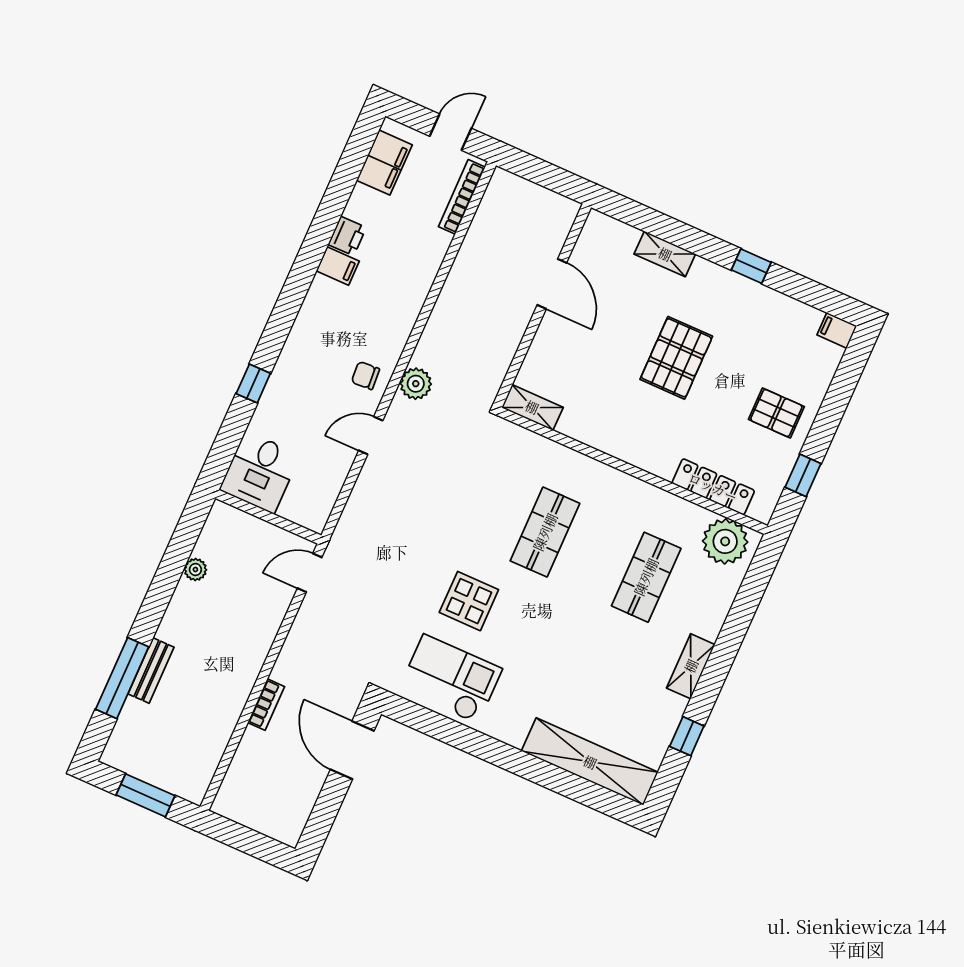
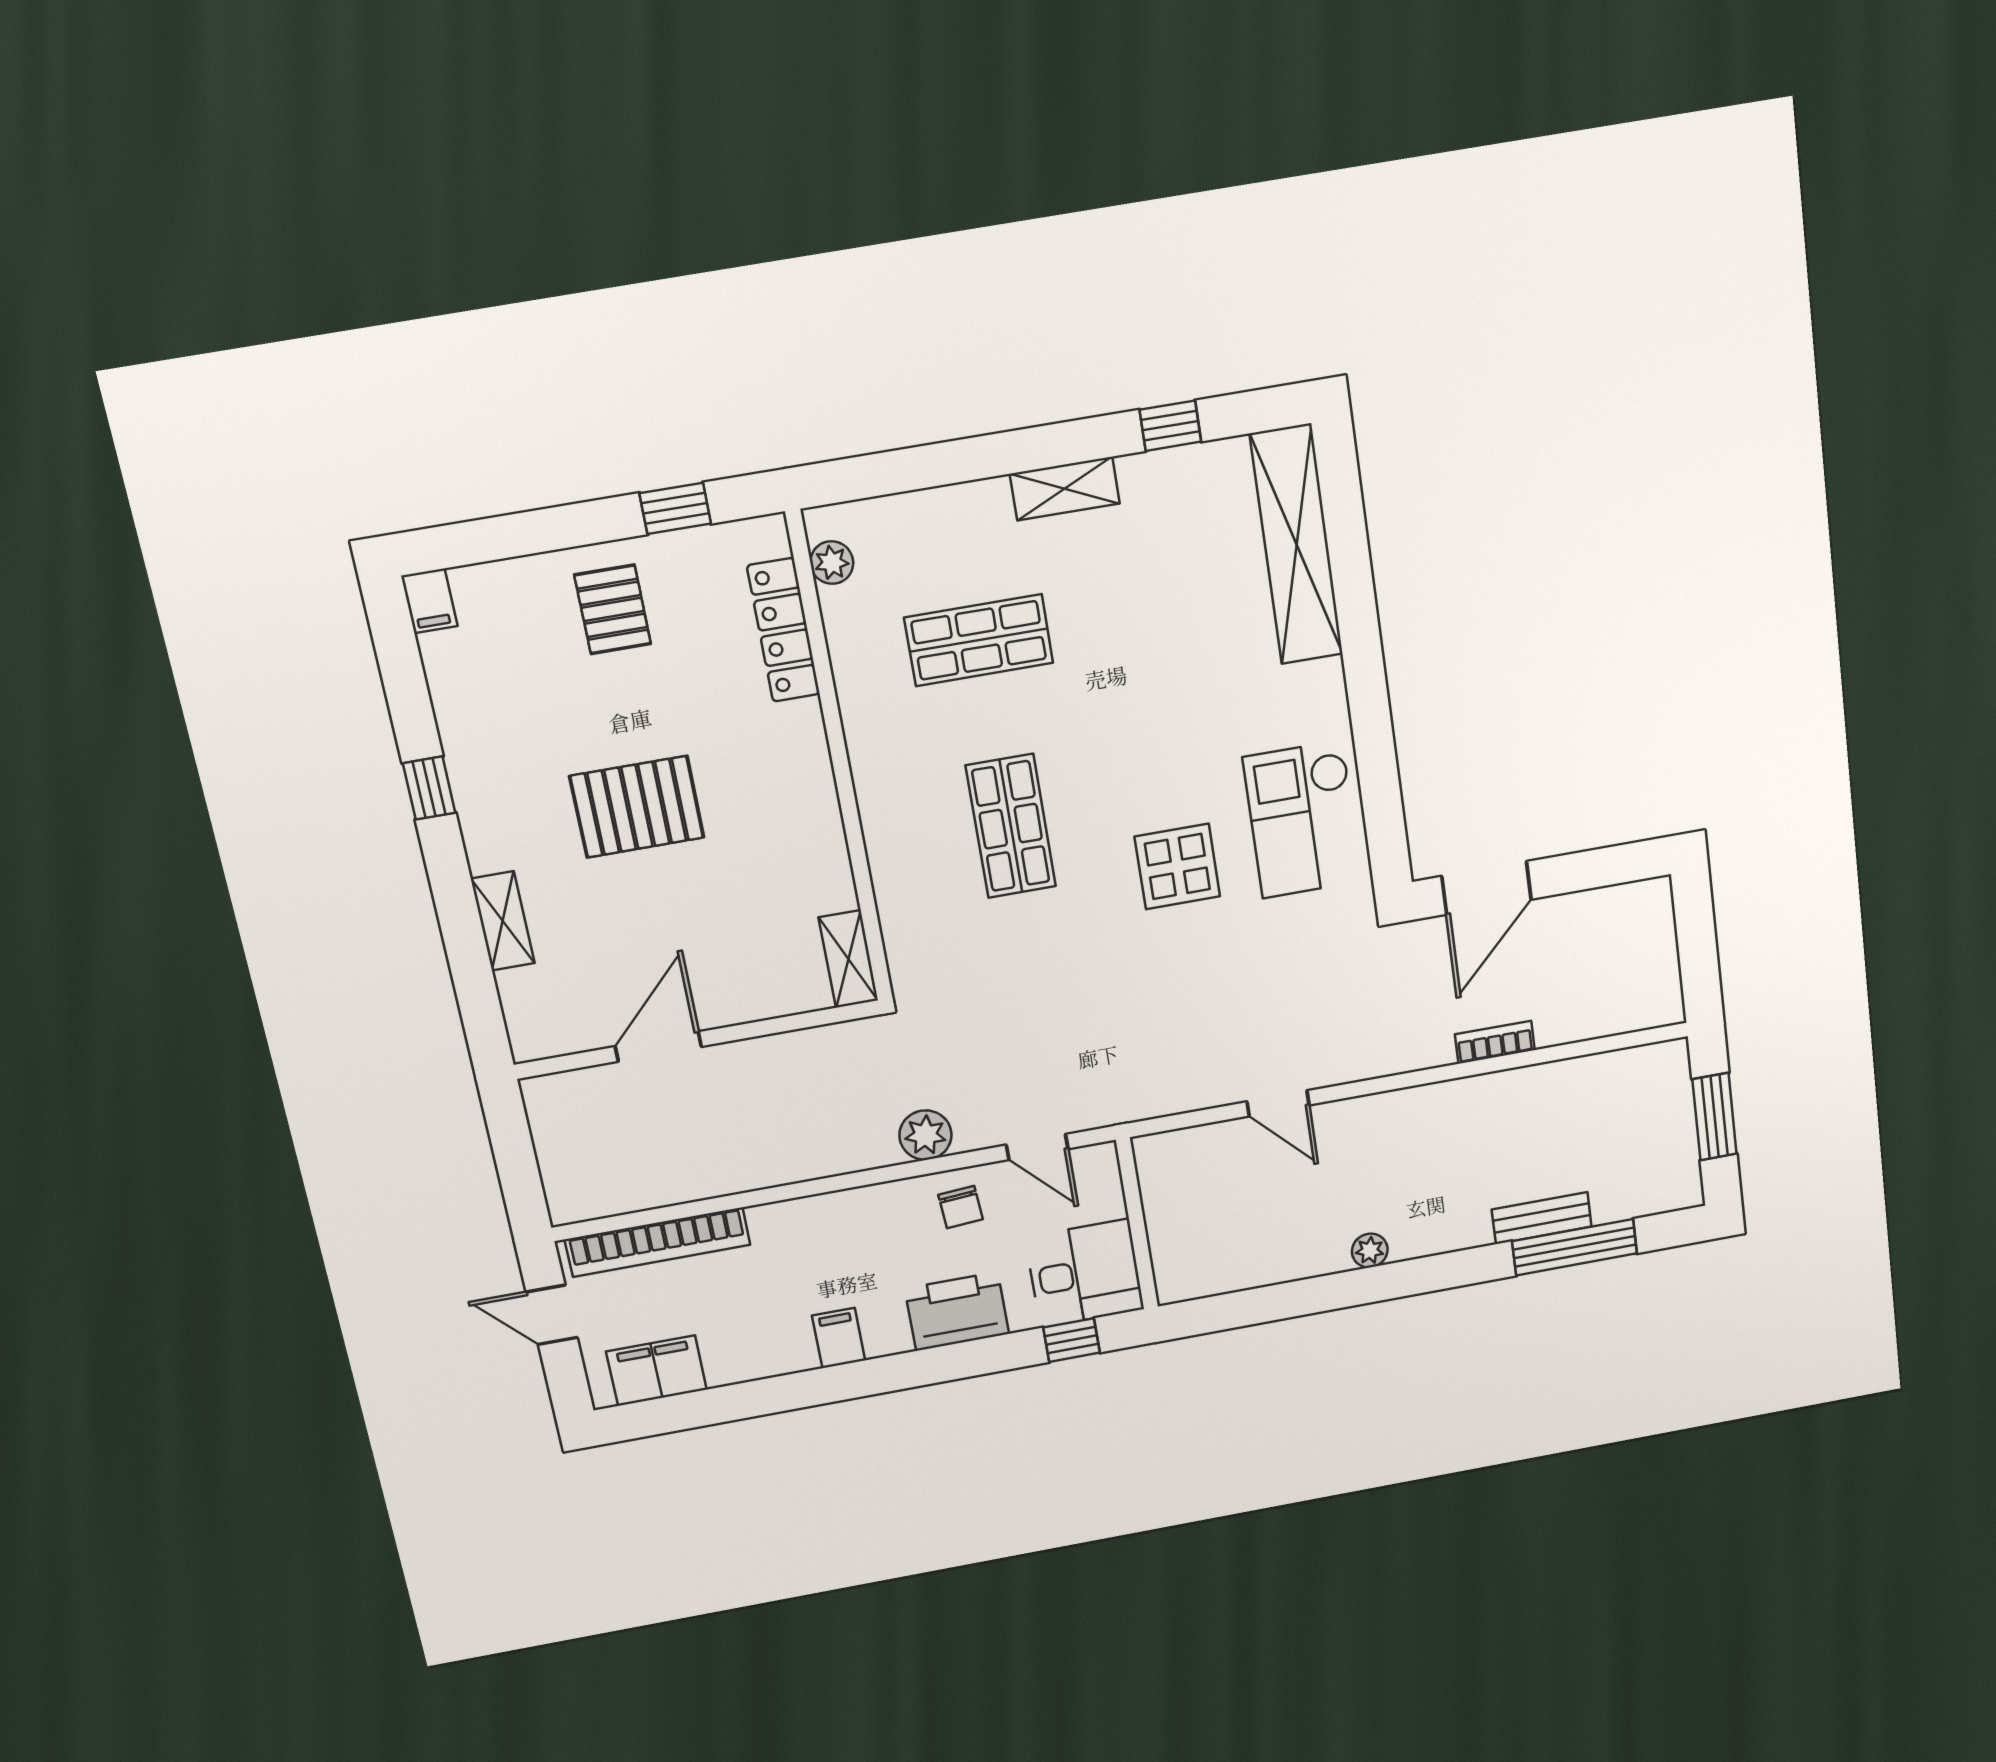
bookcase: (462, 197) -> (658, 1242), width x1.48, depth x1.31
printer: (347, 236) -> (957, 1311), moved, width x1.87, depth x1.48
desk: (260, 472) -> (1085, 1273), moved
wall: (268, 517) -> (1137, 1224), moved
shop shelf: (545, 532) -> (1011, 826), turned 90
plant: (725, 541) -> (832, 563), width x0.53, depth x0.53

